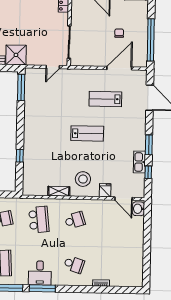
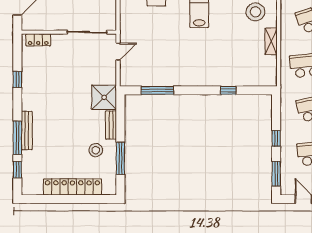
door: (53, 67) -> (118, 52), hinge flipped
window: (21, 87) -> (157, 90), moved

